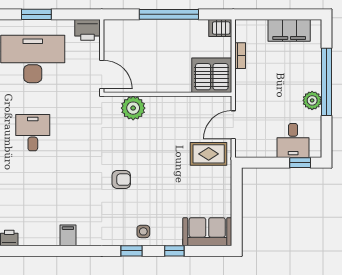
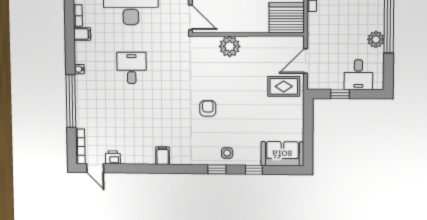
plant: (133, 108) -> (230, 46), moved
window: (300, 163) -> (340, 94), moved
armchair: (121, 180) -> (208, 108), turned -90

